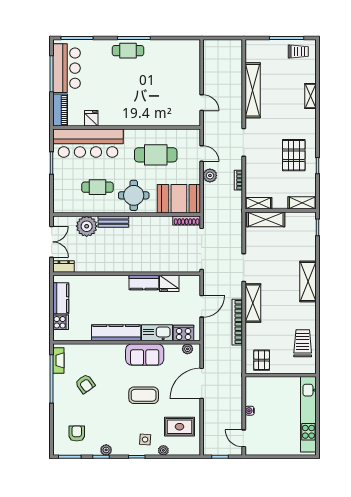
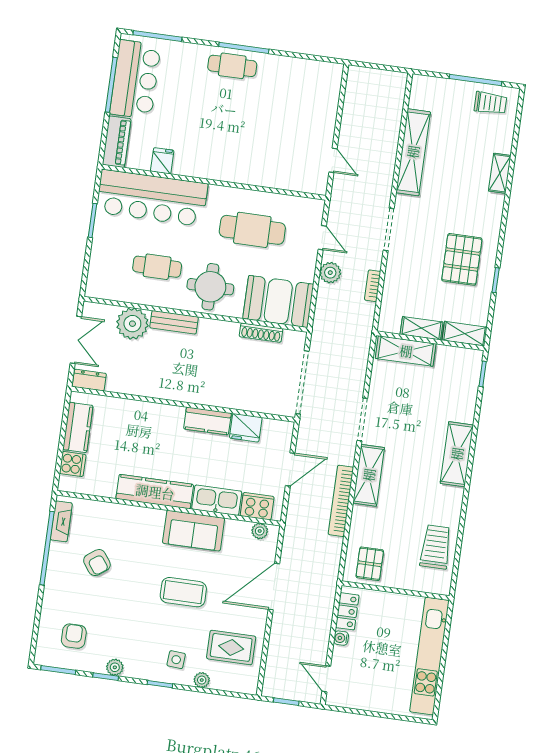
shelving: (258, 203) -> (421, 328), moved
shoe rack: (187, 220) -> (261, 333), moved
locker: (251, 393) -> (347, 611), added

